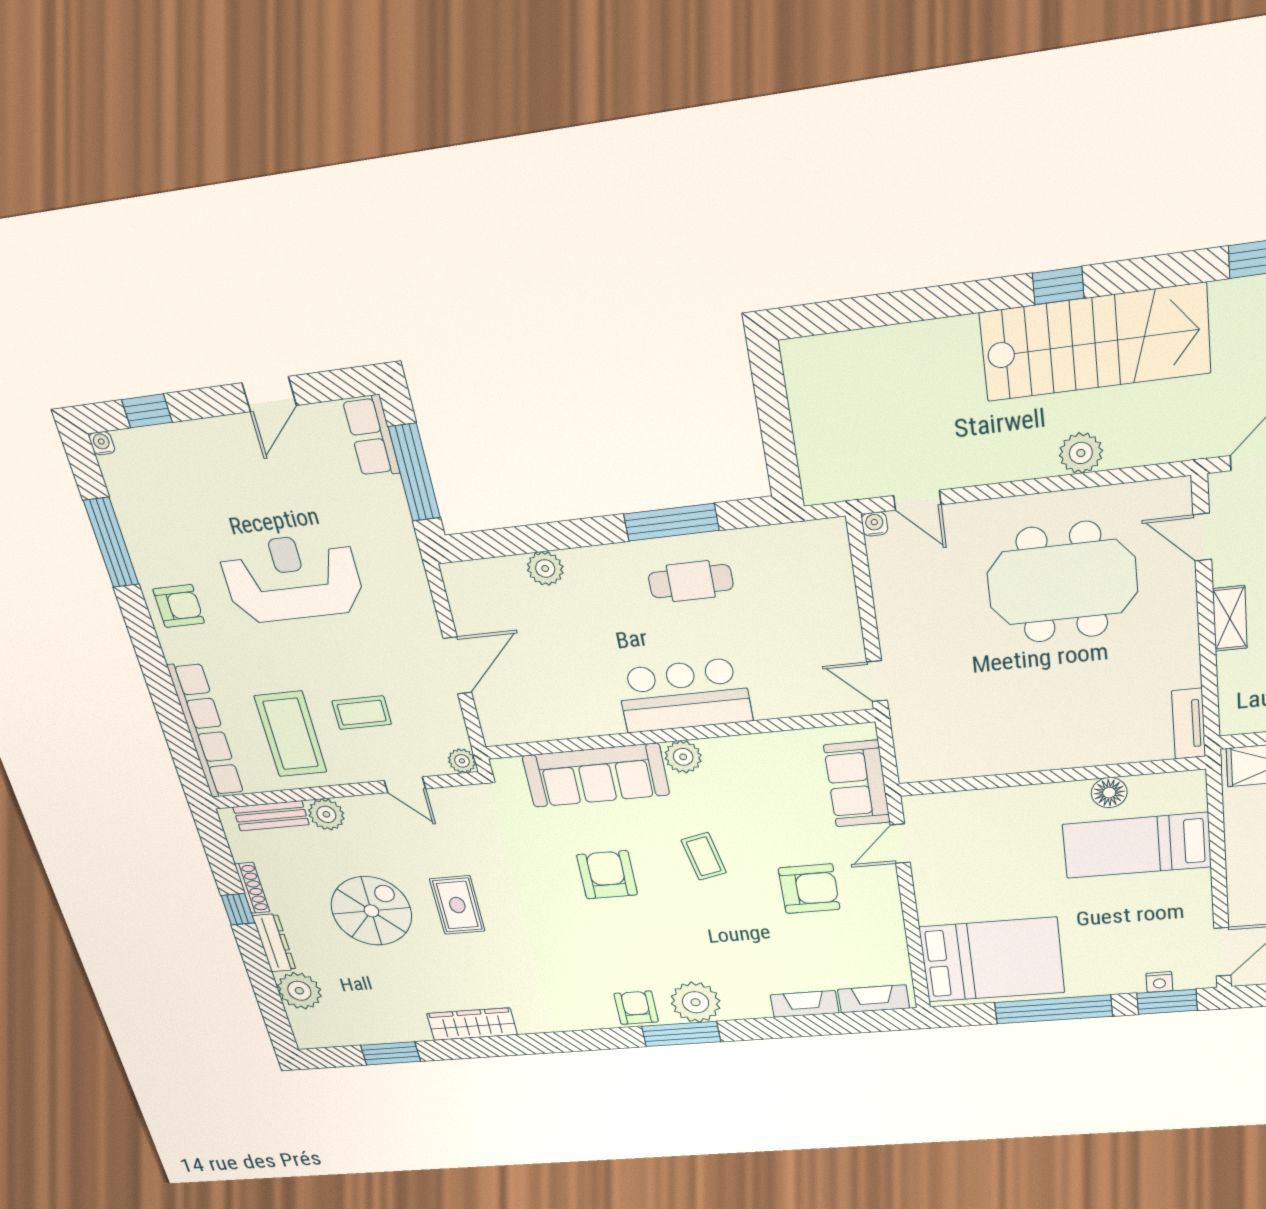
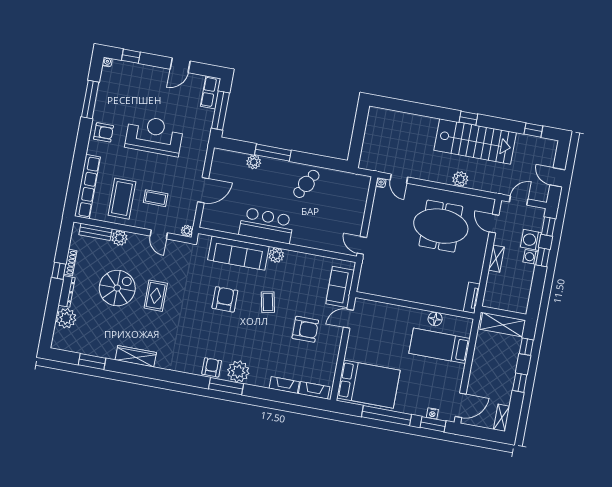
window: (671, 522) -> (273, 153), moved
cafe table: (691, 581) -> (306, 184), turned -60
bar counter: (684, 695) -> (266, 226), moved

